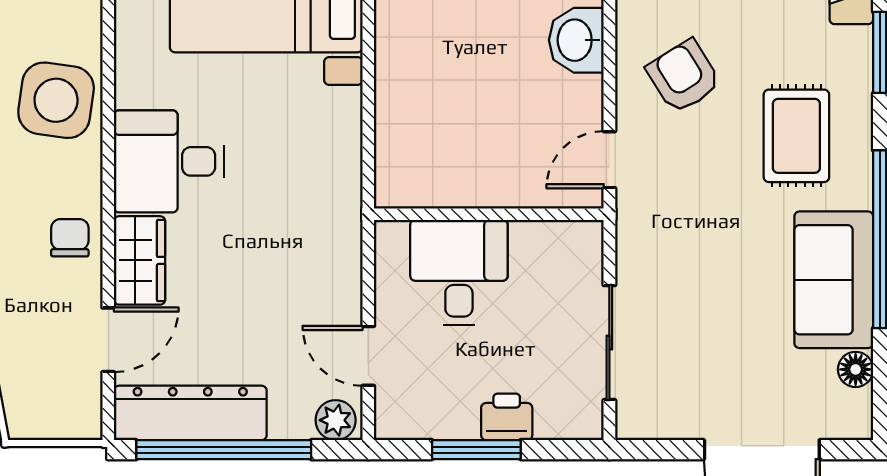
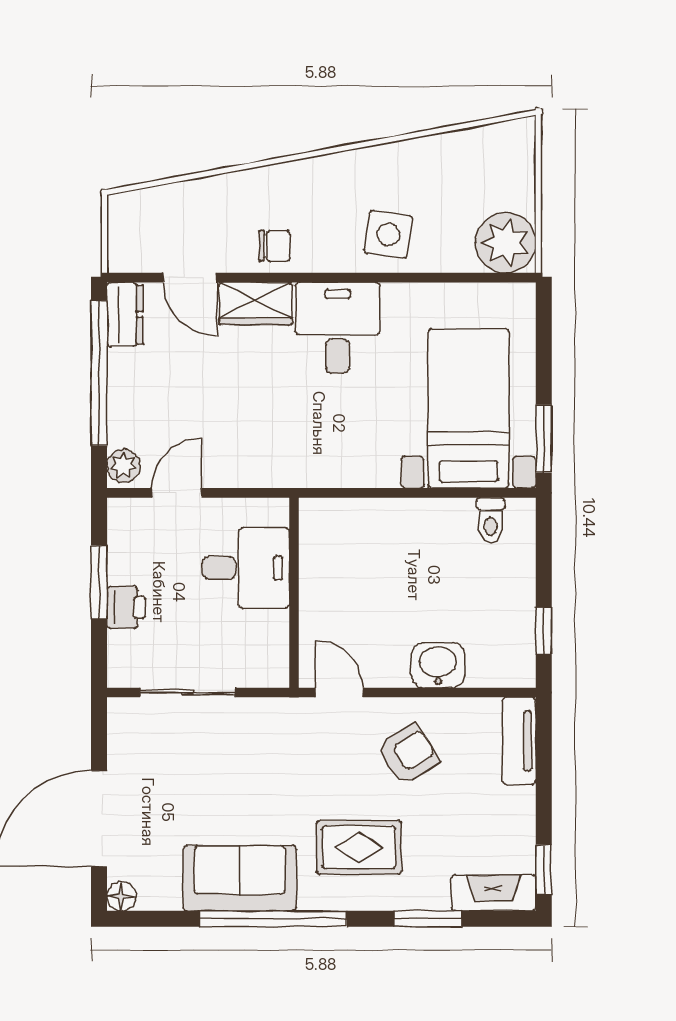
side table: (56, 100) -> (388, 234), width x0.73, depth x0.73
floor lamp: (856, 369) -> (121, 896), moved
dresser: (190, 413) -> (125, 314), width x0.51, depth x0.80

